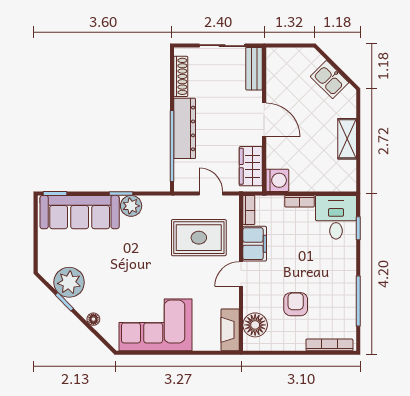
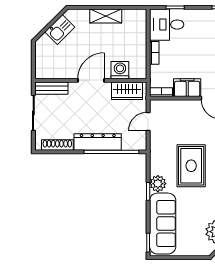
washing machine: (277, 180) -> (120, 70), moved
rug: (199, 238) -> (191, 166), moved

